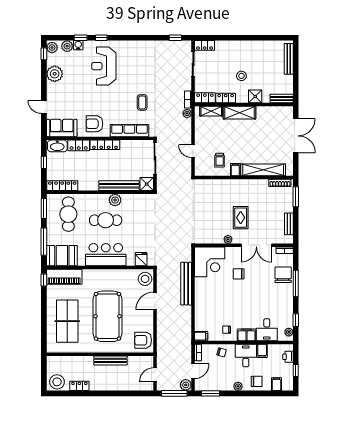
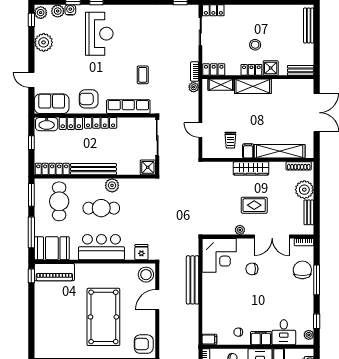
reception desk: (104, 66) -> (99, 34), turned 180
locker: (226, 98) -> (251, 70), moved
wardrobe: (238, 185) -> (251, 168), added
bench: (119, 186) -> (93, 169), moved
window: (296, 197) -> (317, 182), removed
plant: (285, 204) -> (304, 190), added
rug: (241, 218) -> (254, 205), turned 90
table tennis table: (67, 321) -> (58, 322), removed

